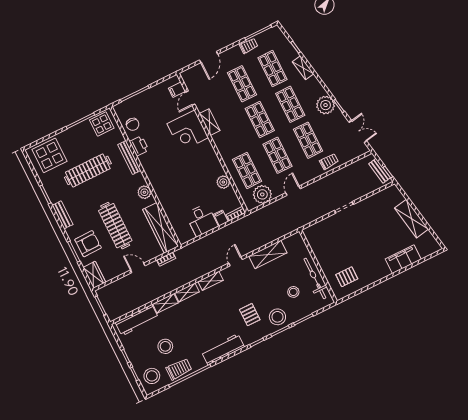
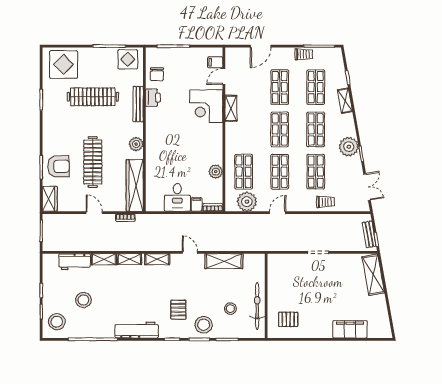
bench: (63, 215) -> (48, 127), removed
shelving: (411, 219) -> (373, 275), moved
door: (236, 261) -> (190, 252), hinge flipped
workbench: (137, 320) -> (75, 262), width x0.73
trolley: (179, 369) -> (86, 328), removed

